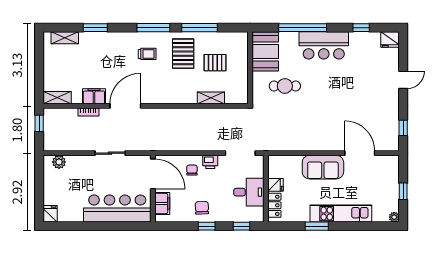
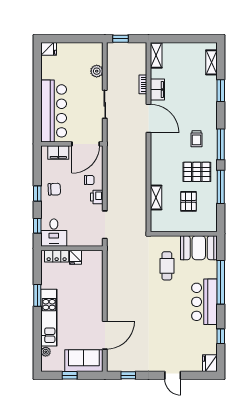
window: (39, 123) -> (120, 39), moved
plant: (59, 162) -> (97, 71), moved
sofa: (323, 167) -> (84, 361), moved, turned 90
desk: (249, 192) -> (54, 233), moved
plant: (394, 217) -> (46, 352), moved

